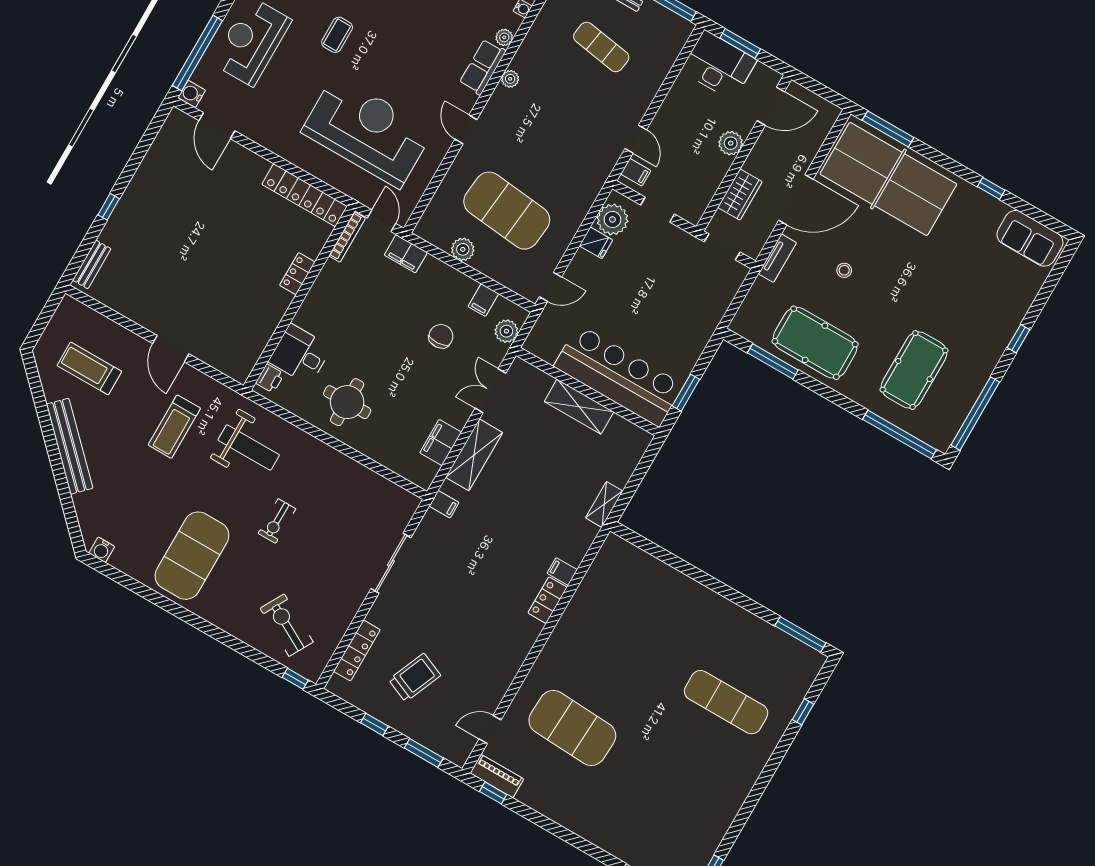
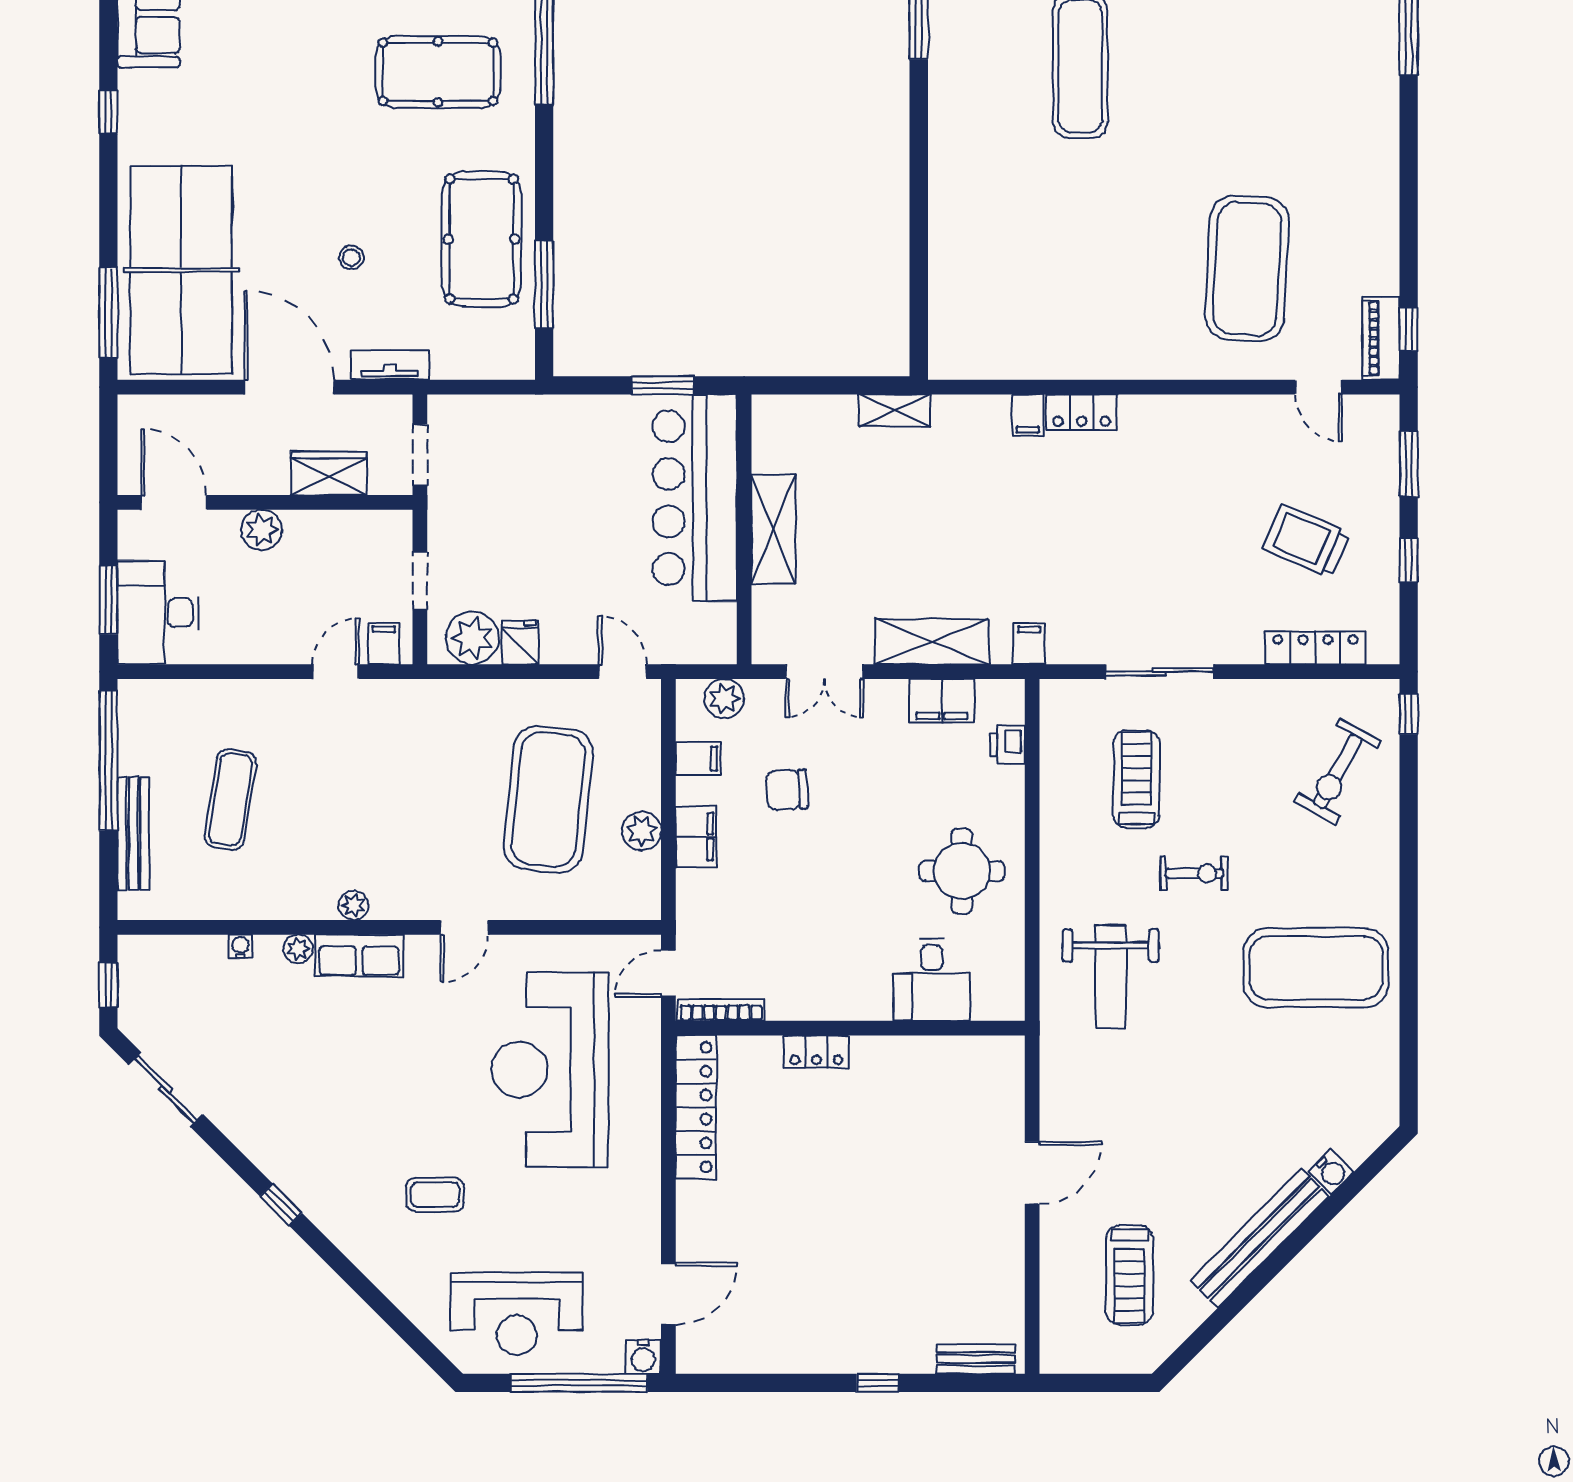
filing cabinet: (406, 254) -> (696, 837), moved
printer: (270, 378) -> (1008, 745), moved, turned -90
treadmill: (174, 427) -> (1136, 779), moved, turned -90
weight bench: (249, 447) -> (1111, 976), turned 180
water cooler: (102, 550) -> (1331, 1172), moved, turned 45

